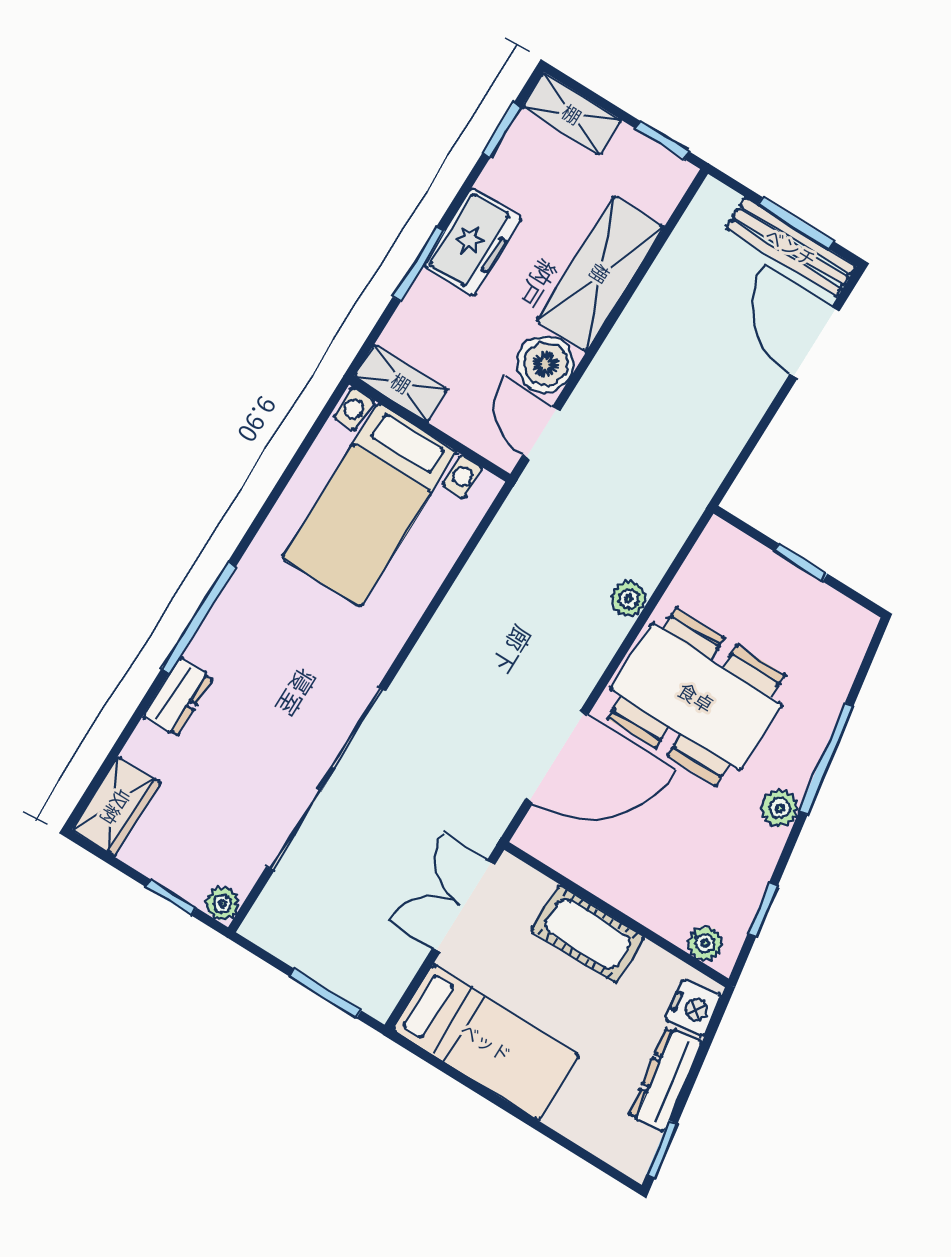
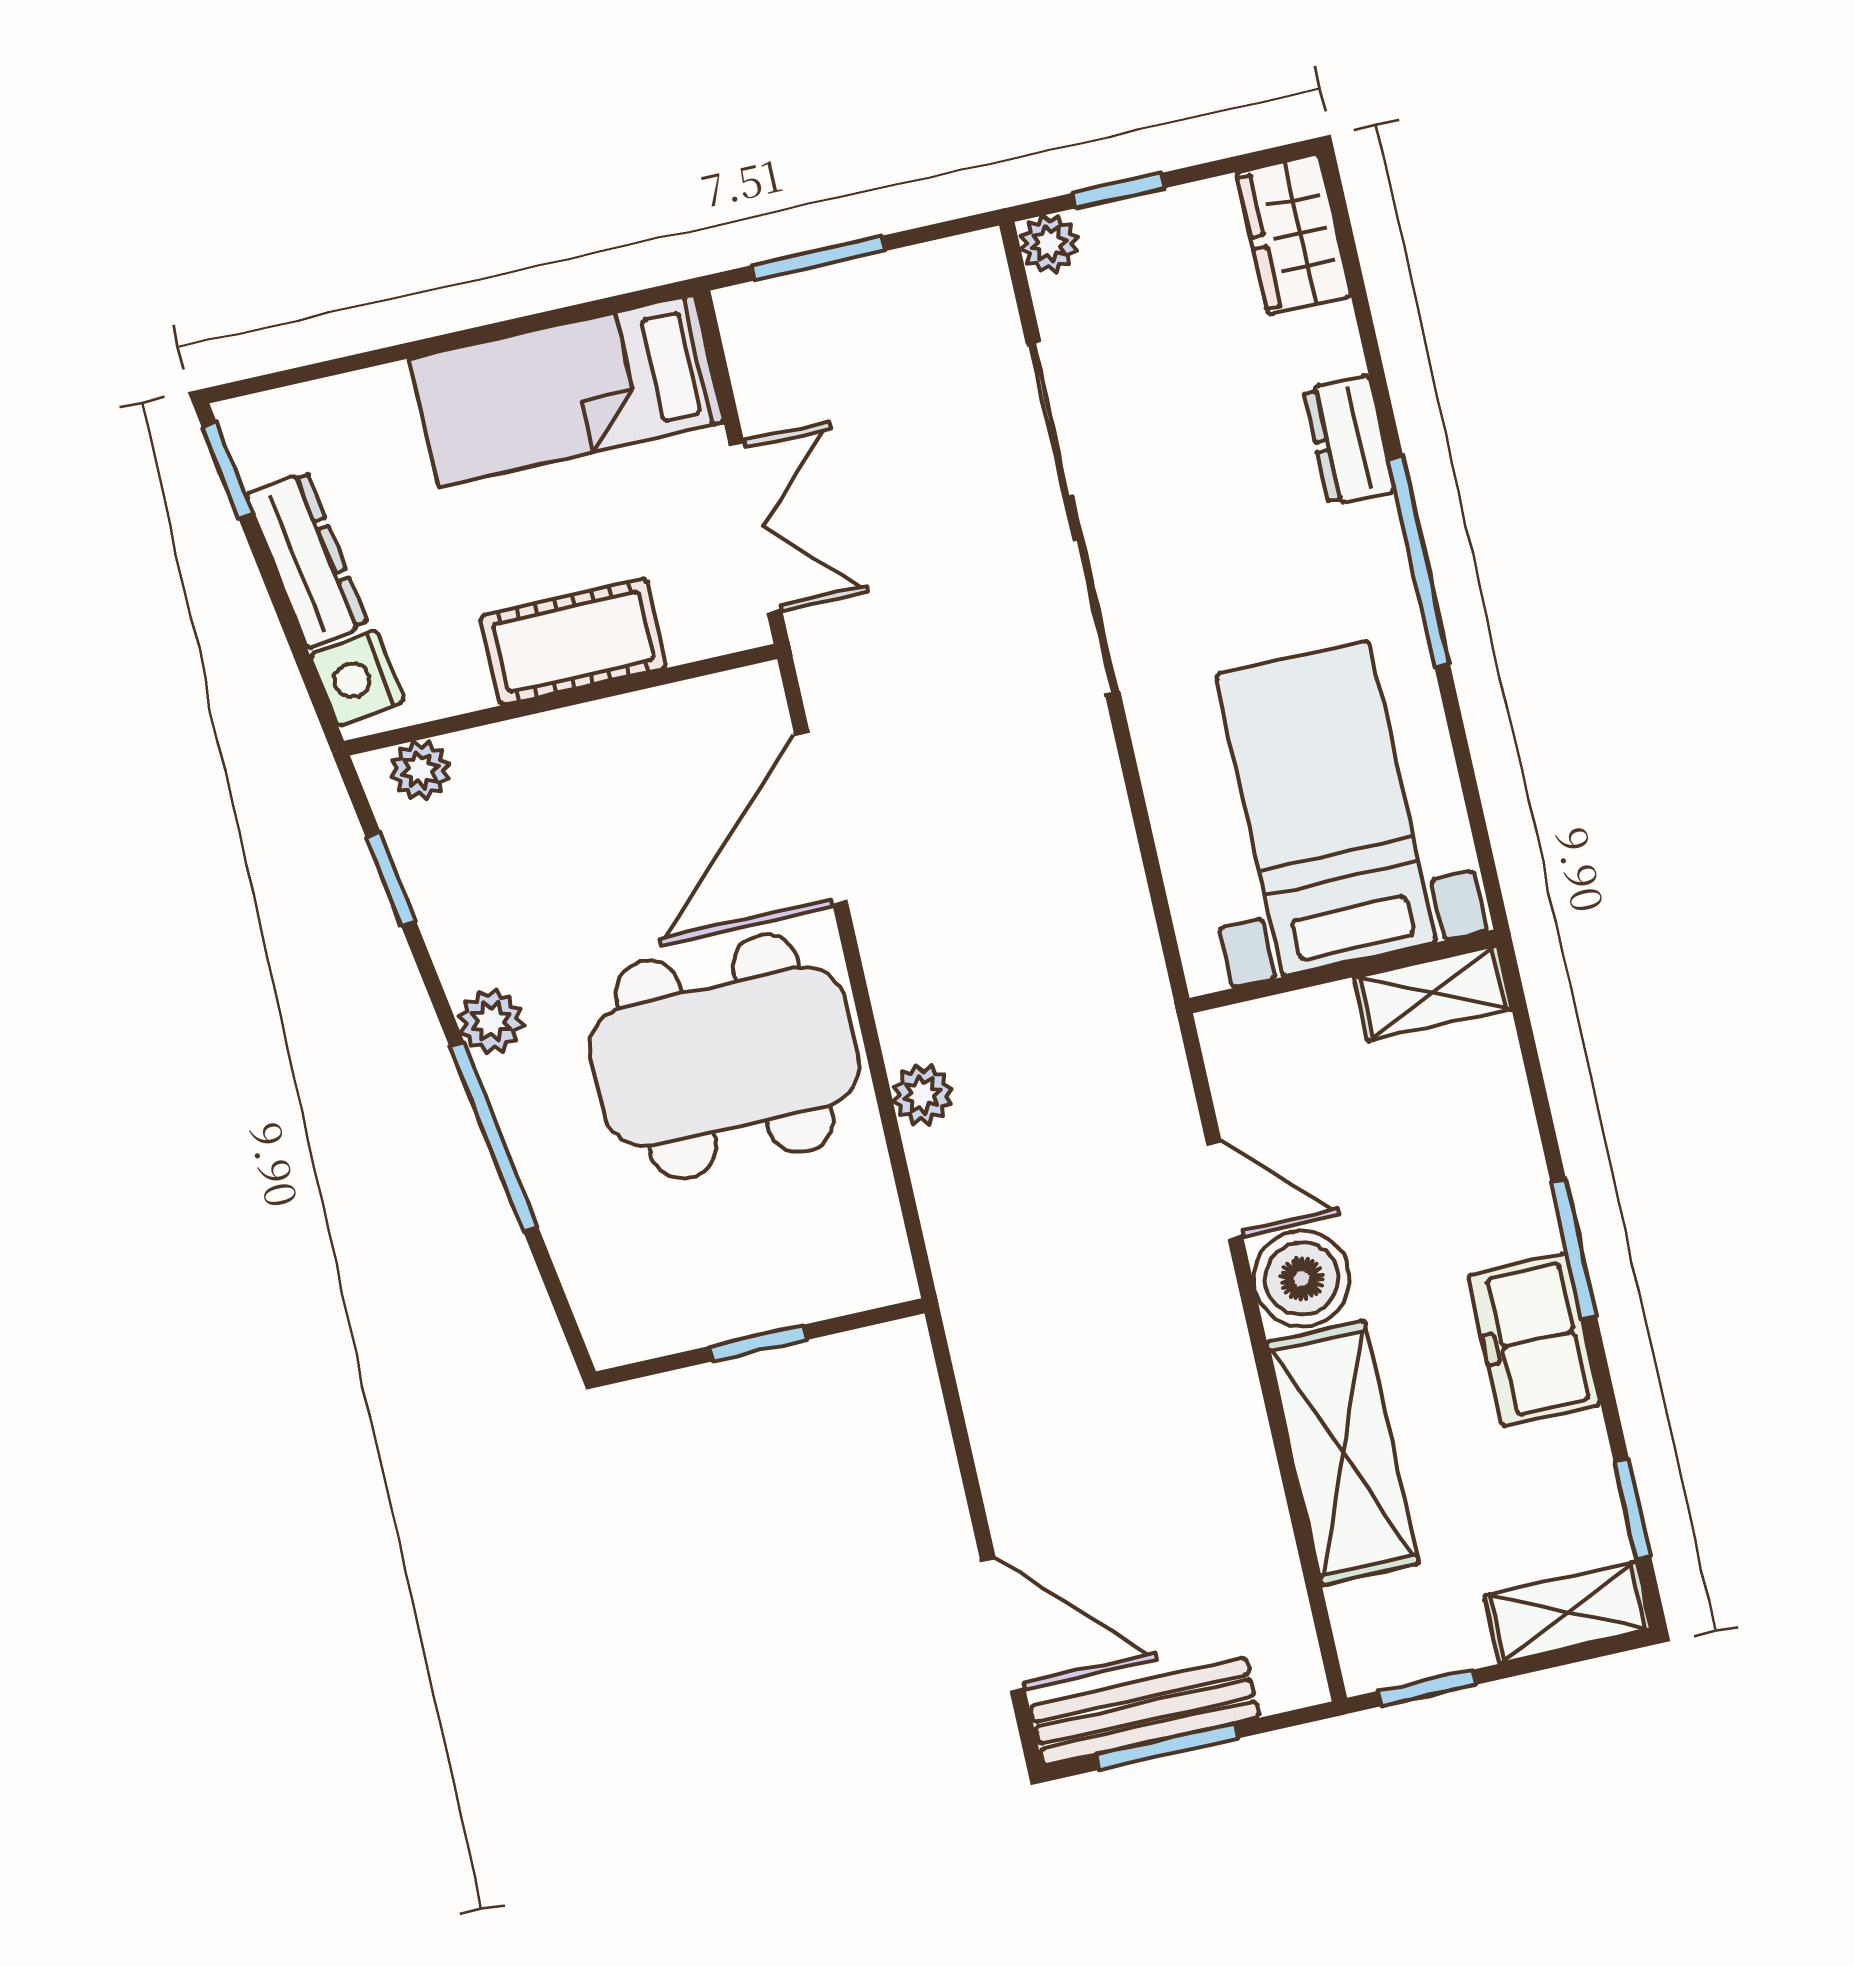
shelving: (401, 383) -> (1433, 993), moved
wall: (430, 429) -> (1343, 971), moved
bed with nightstands: (369, 505) -> (1326, 808), moved

